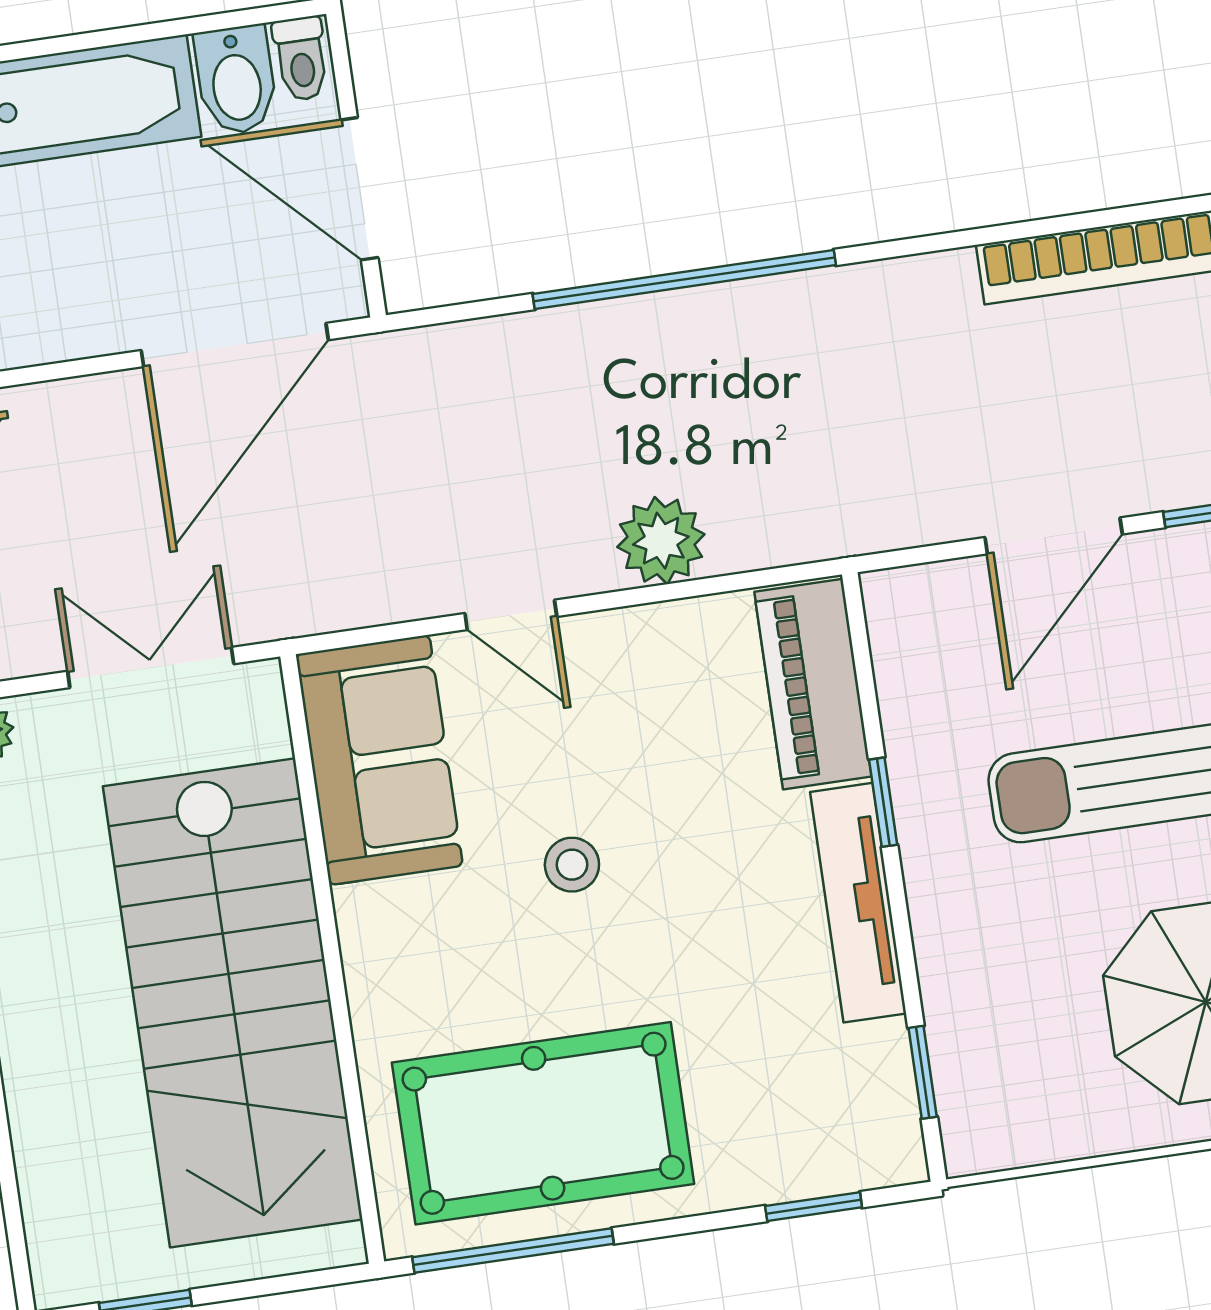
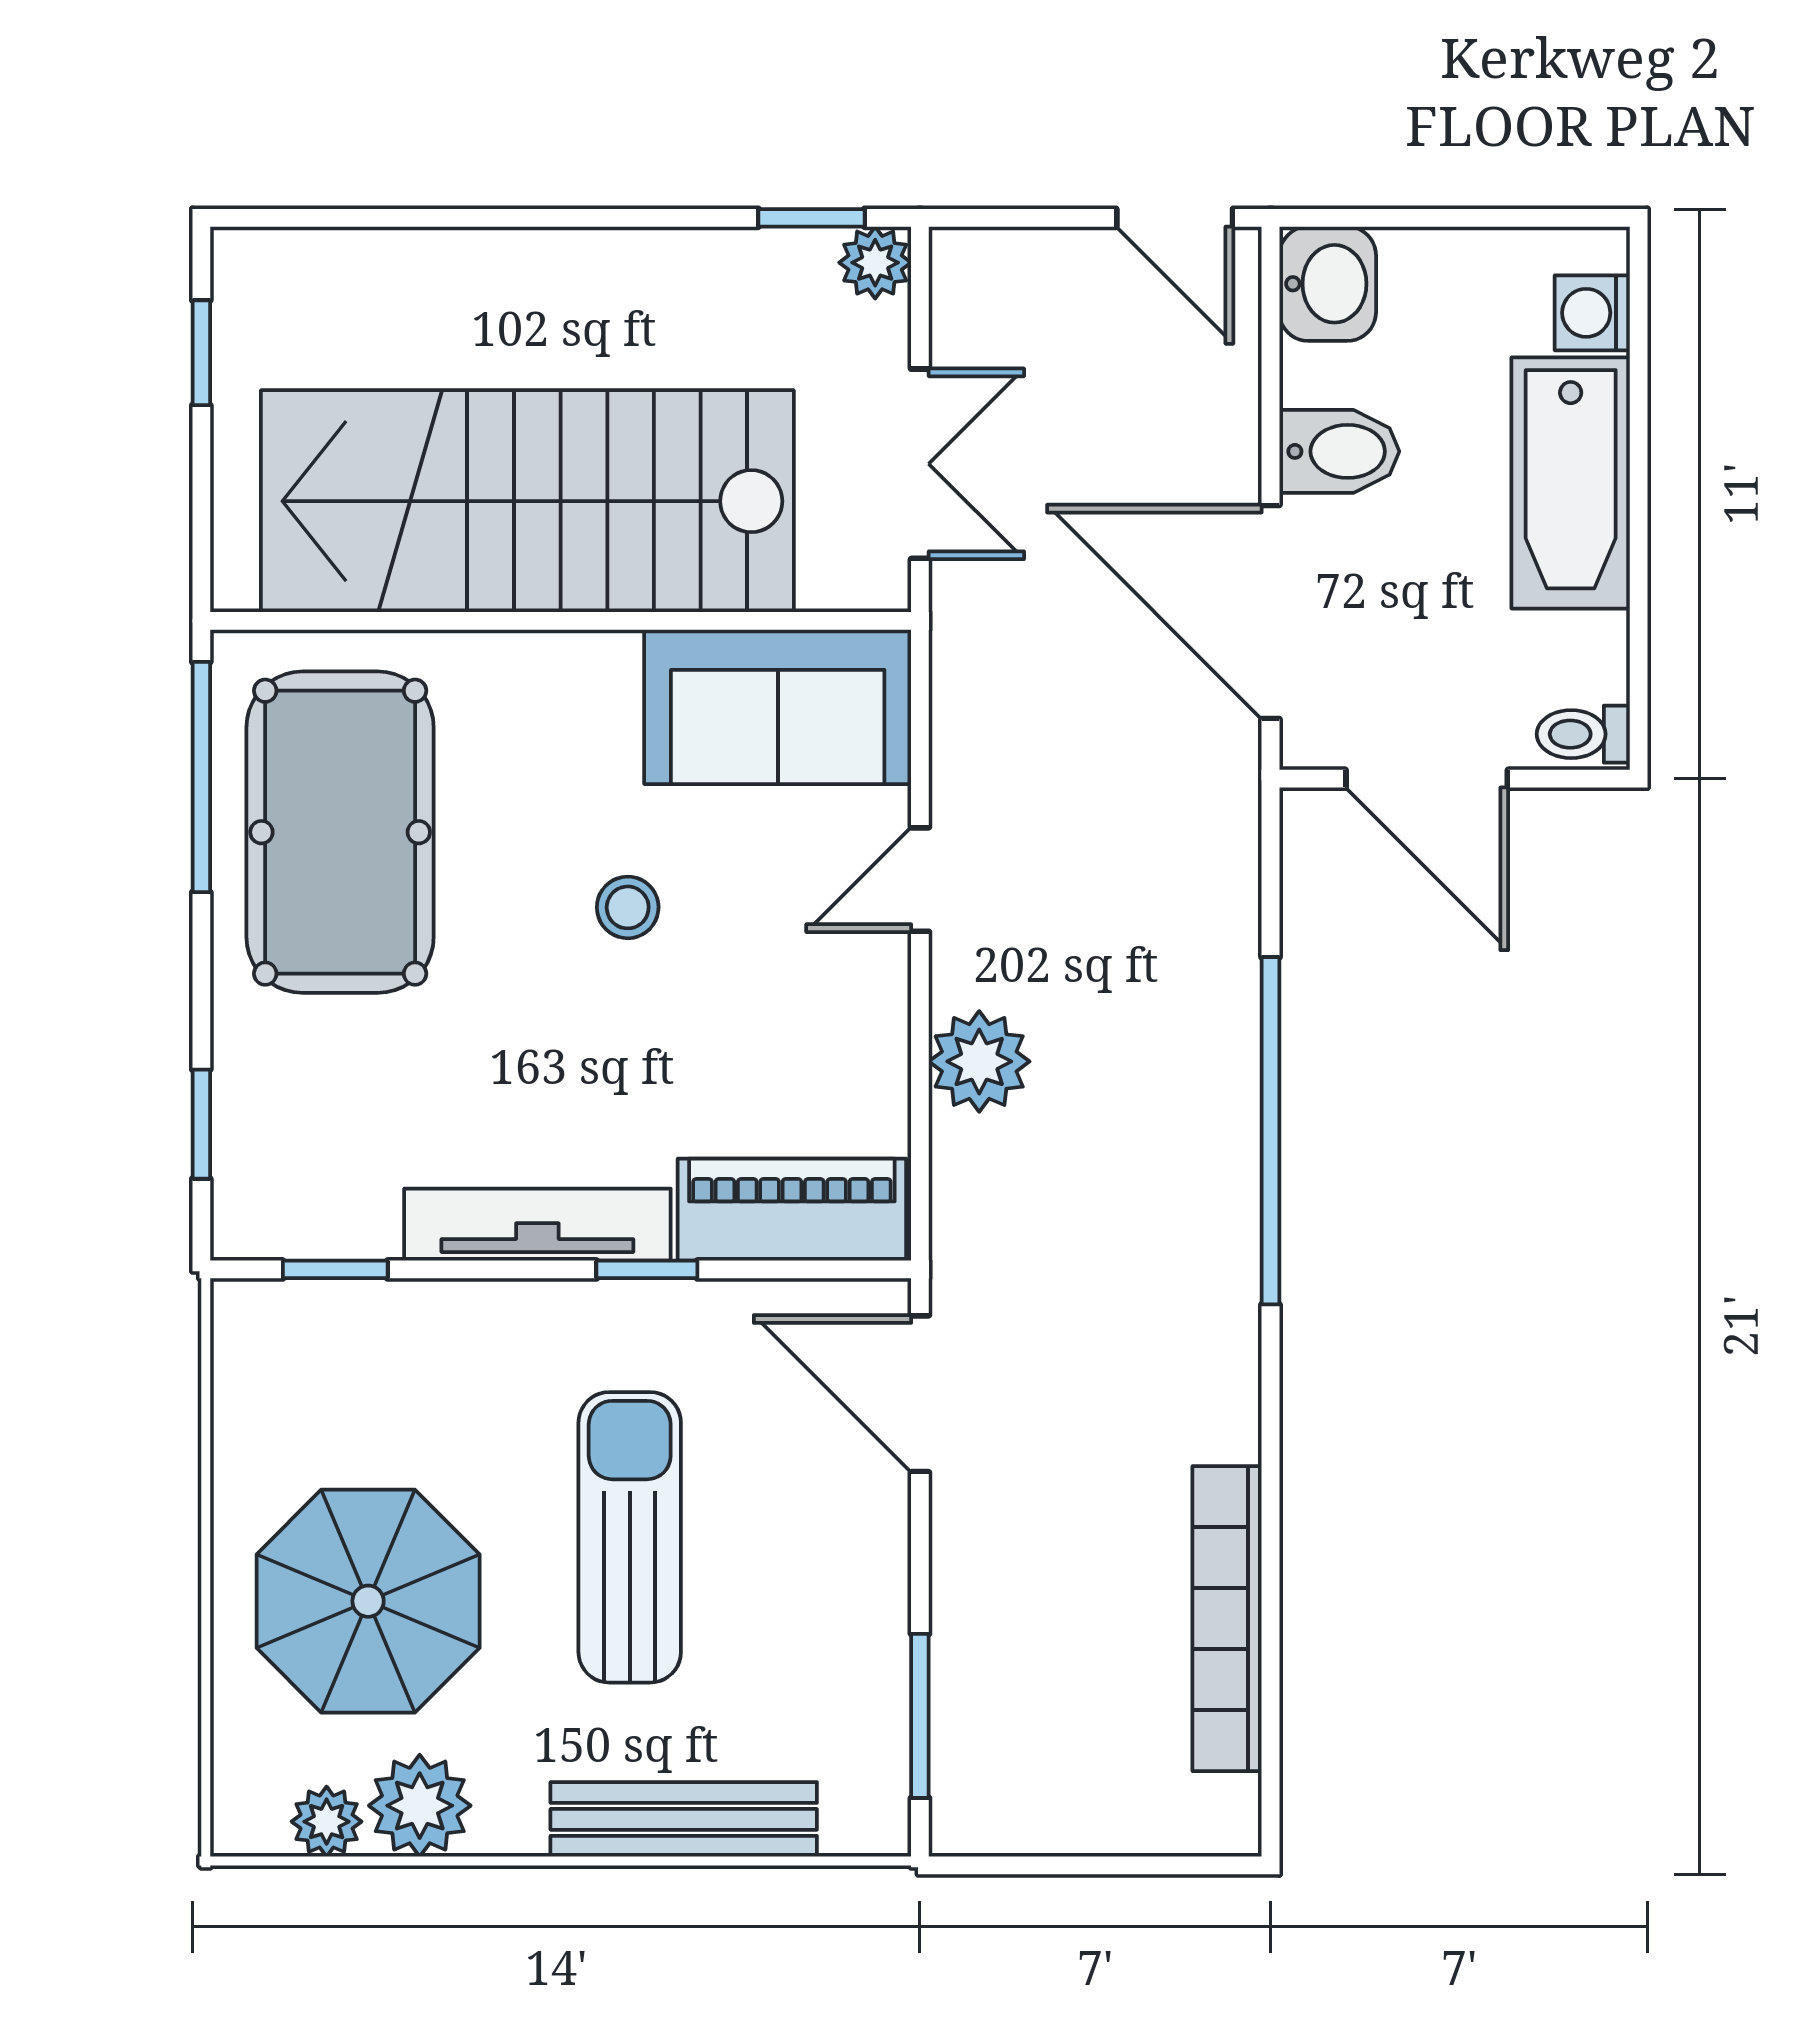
bidet: (236, 80) -> (1339, 451), moved, turned 180
door: (359, 189) -> (1427, 779), swing flipped
door: (1054, 536) -> (920, 1394), moved

